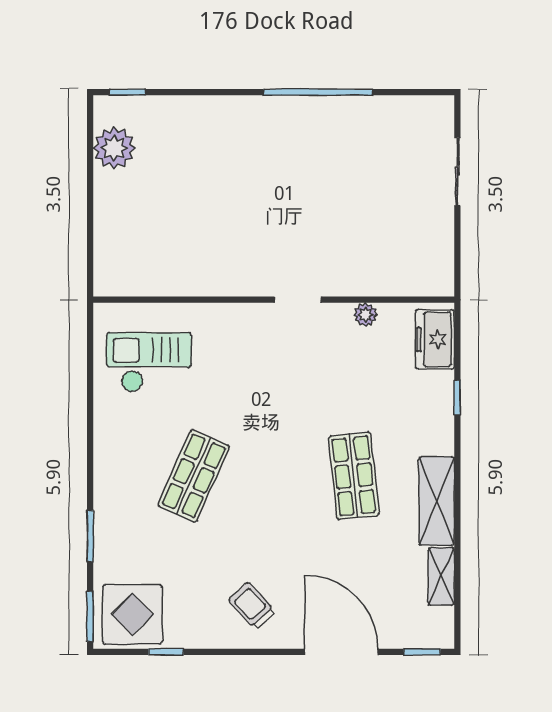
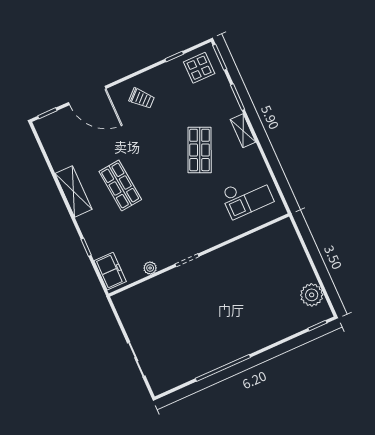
shelving: (441, 576) -> (243, 131), moved
display table: (132, 614) -> (199, 68), width x0.73, depth x0.73

